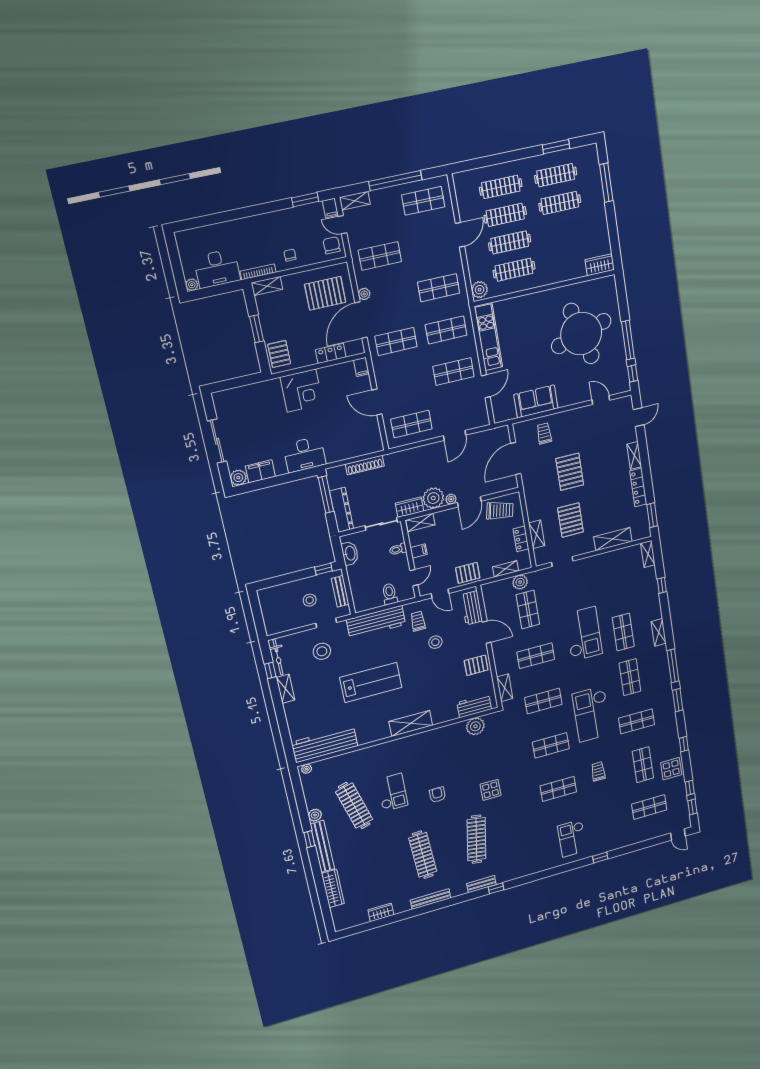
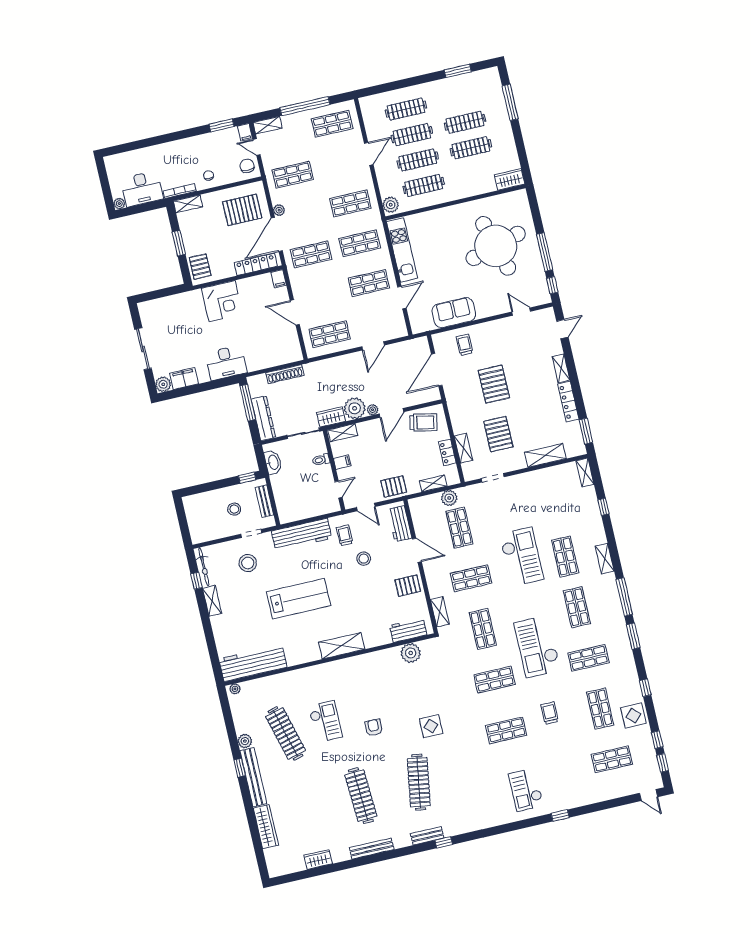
clothes rail: (556, 175) -> (471, 148), moved
locker: (331, 353) -> (256, 264), width x1.53
toilet: (390, 594) -> (314, 506), removed
shop shelf: (543, 701) -> (483, 629), turned 90

